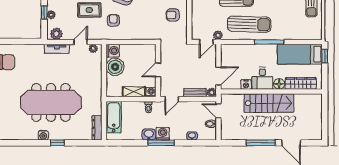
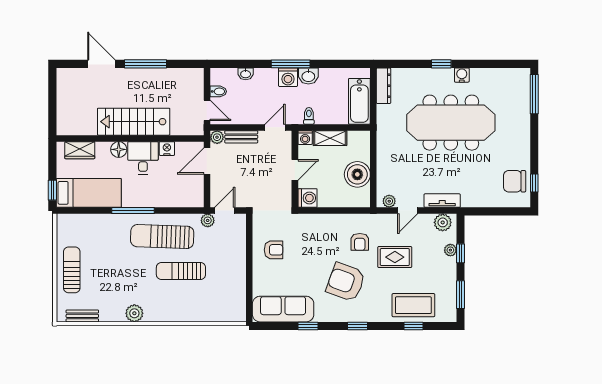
washing machine: (113, 51) -> (307, 198), moved, turned 180
wardrobe: (301, 83) -> (80, 150), width x0.67

